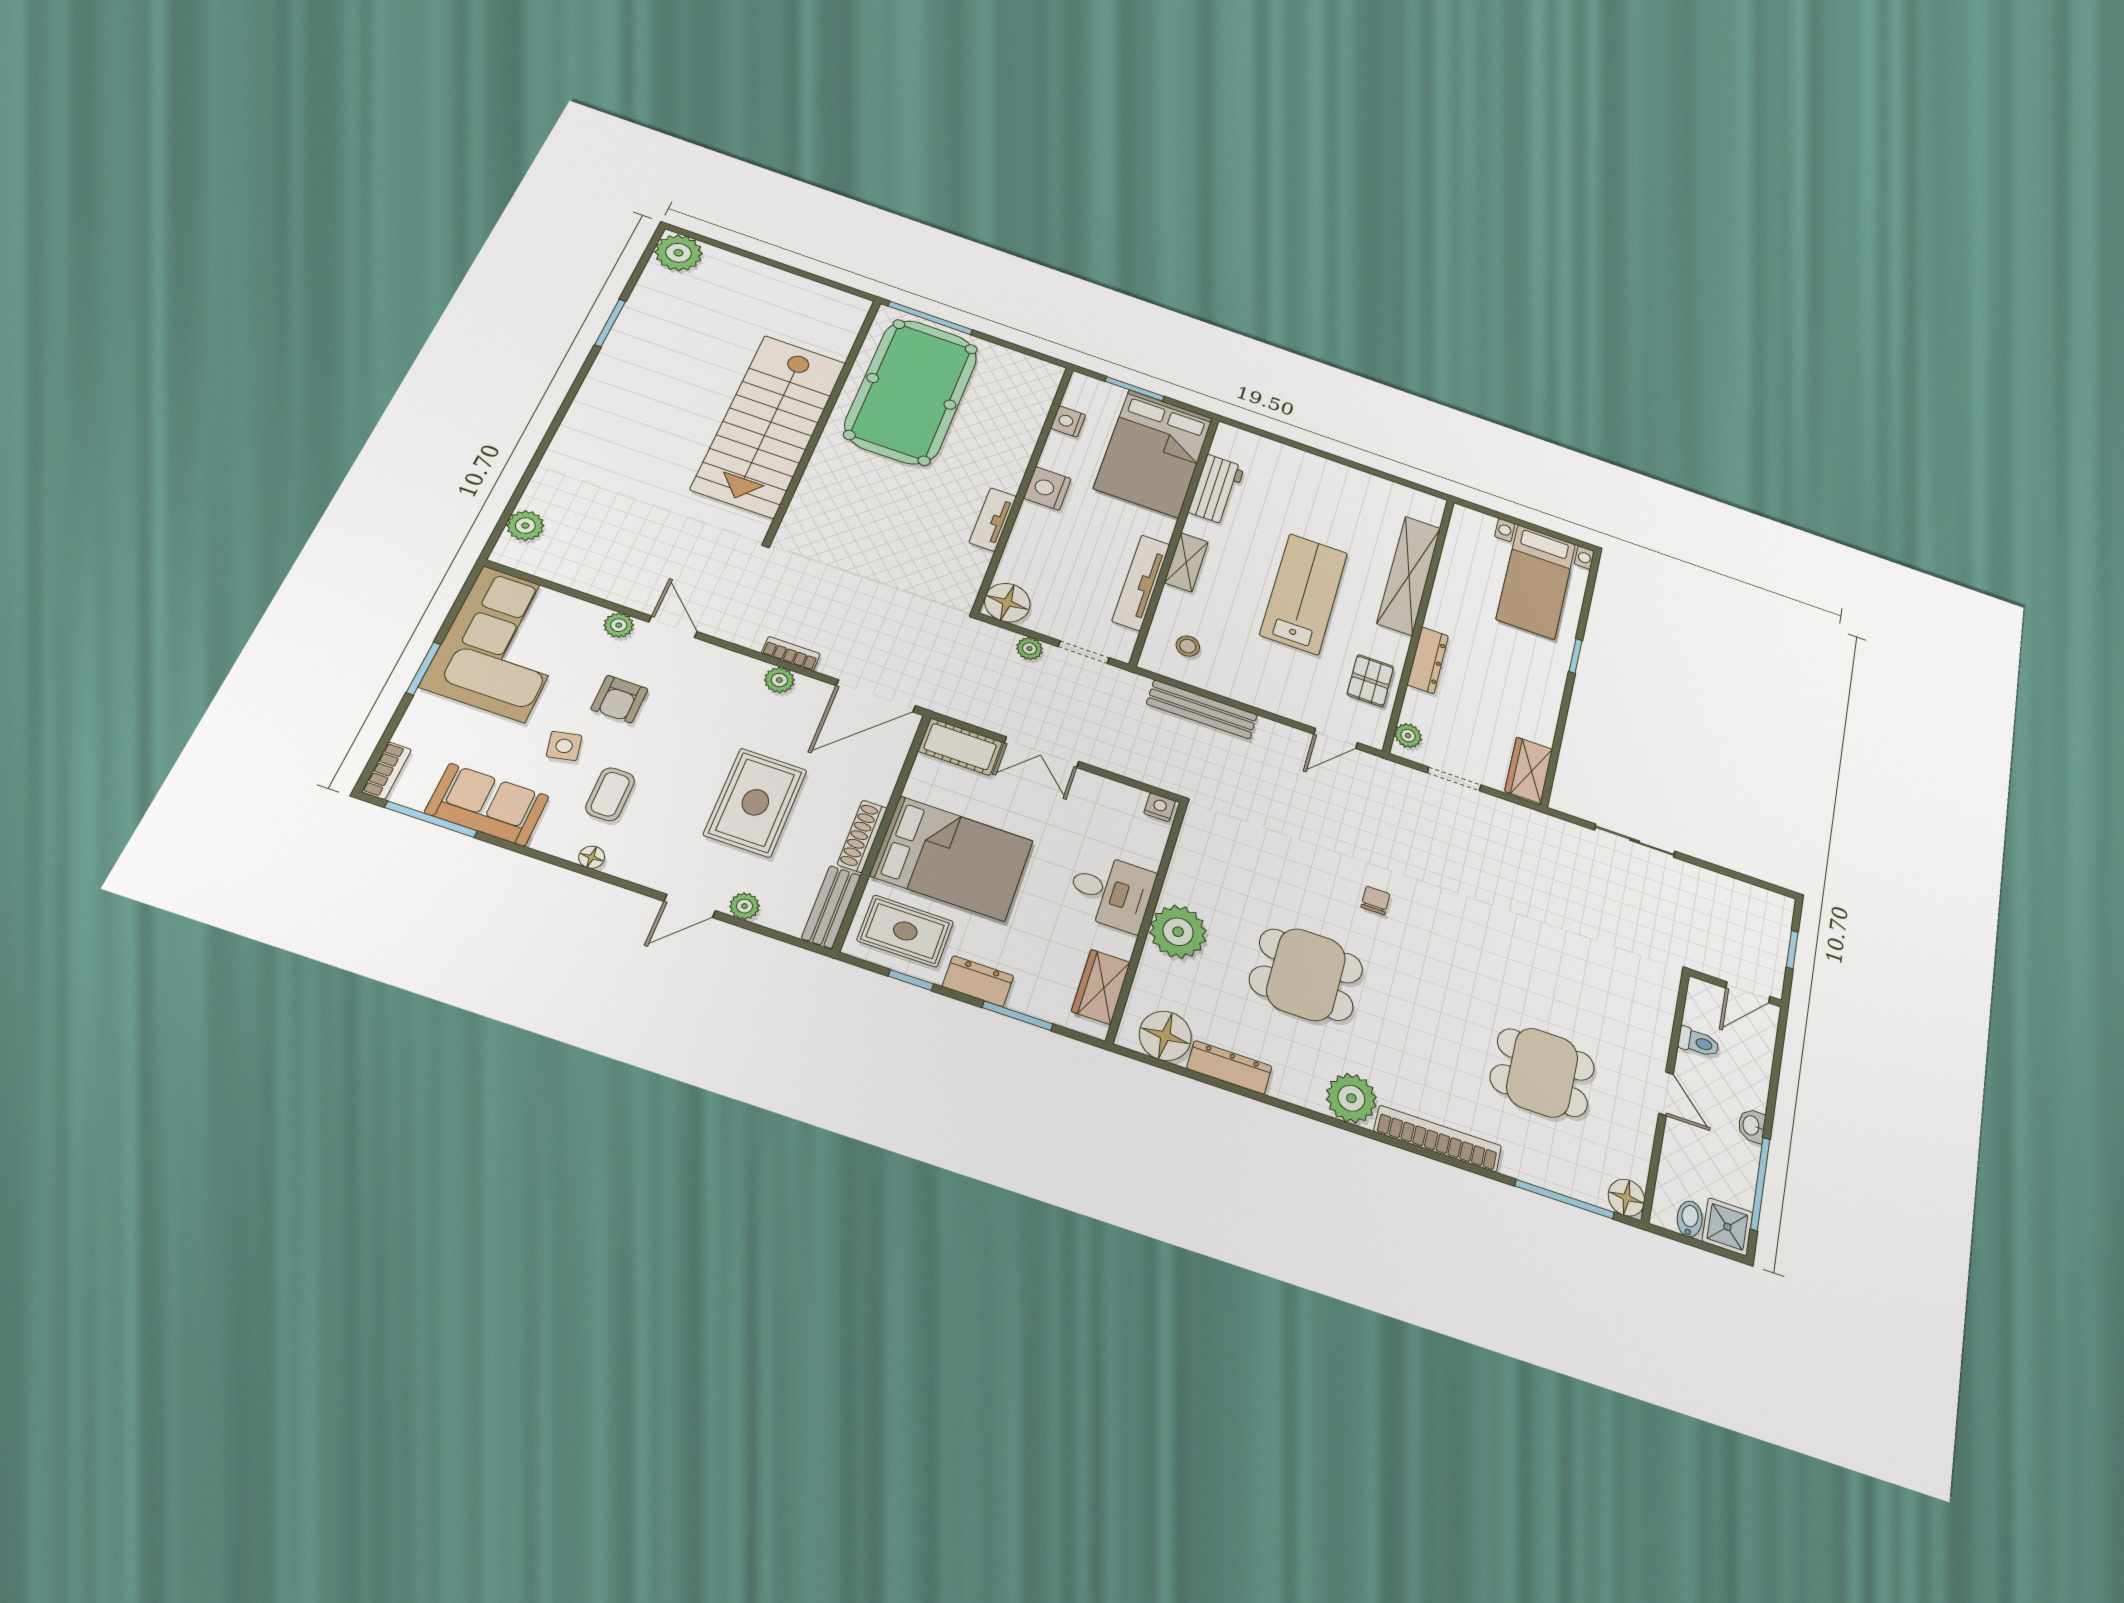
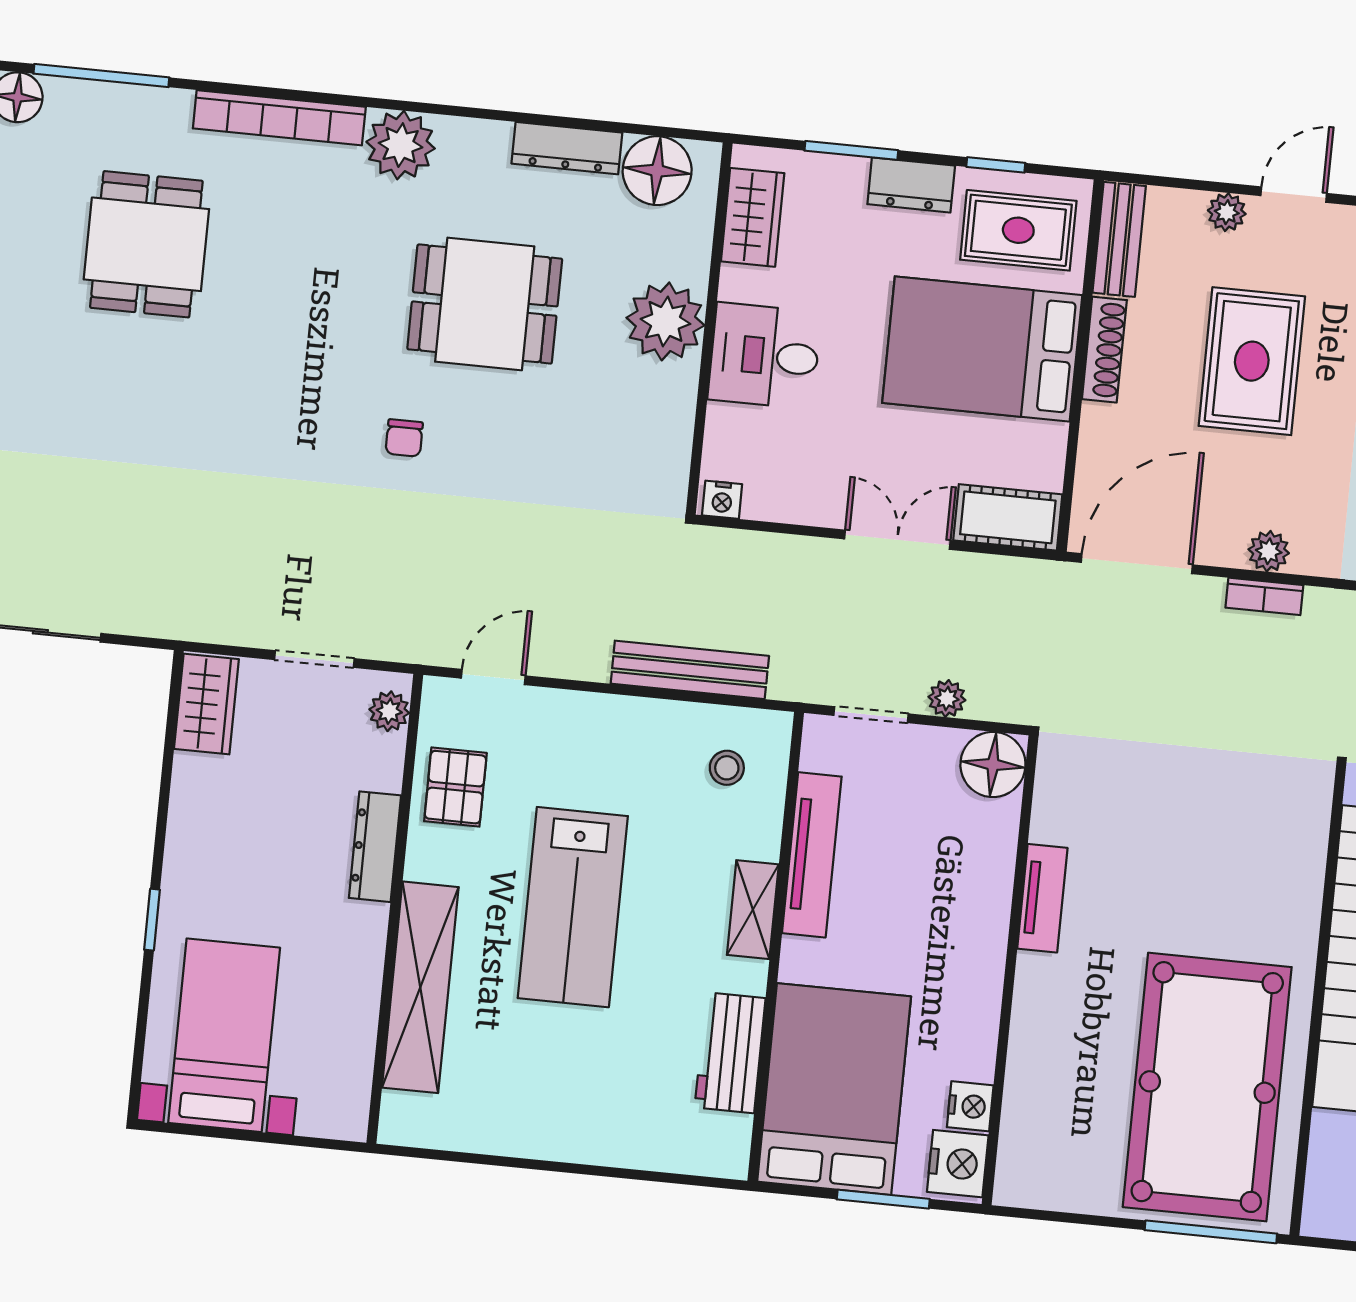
nightstand: (1047, 488) -> (958, 1164), moved
dining table: (1542, 1072) -> (146, 244), turned 90

